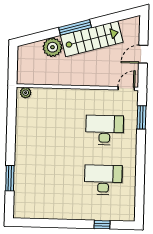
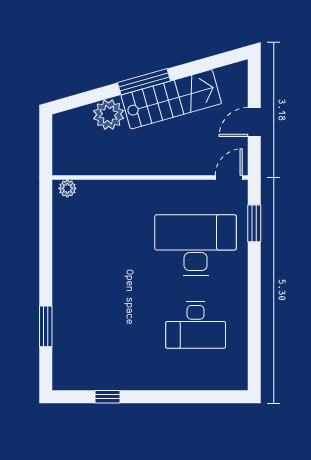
desk: (105, 130) -> (196, 245), width x1.36, depth x1.30
desk: (103, 180) -> (196, 325), turned 180
window: (102, 225) -> (107, 397), moved

